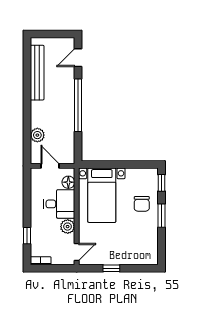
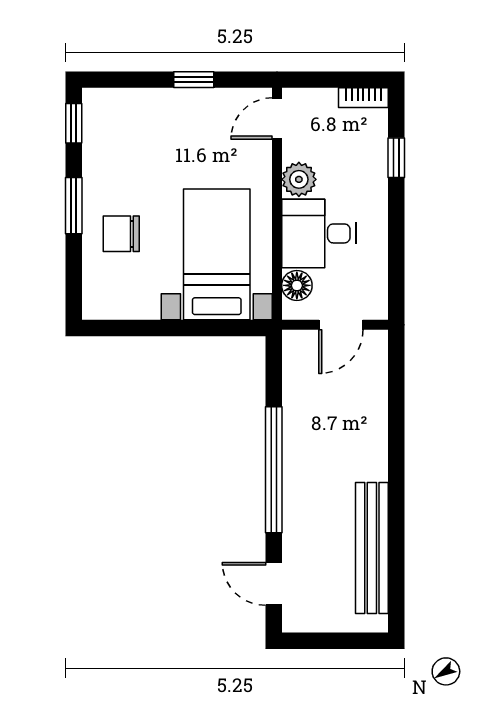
door: (78, 58) -> (274, 584), swing flipped
plant: (37, 135) -> (371, 398), removed
door: (50, 166) -> (341, 325), hinge flipped
window: (162, 183) -> (74, 123), moved
chair: (142, 204) -> (121, 234), turned -90

